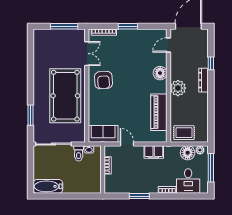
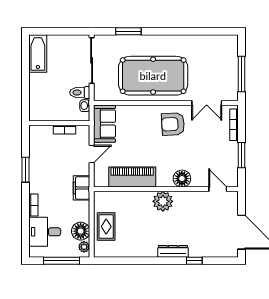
door: (168, 45) -> (218, 189), moved
floor lamp: (160, 73) -> (182, 179), moved
wall: (168, 86) -> (166, 189), moved
plant: (178, 88) -> (163, 201), moved
piano: (159, 112) -> (132, 177), moved

